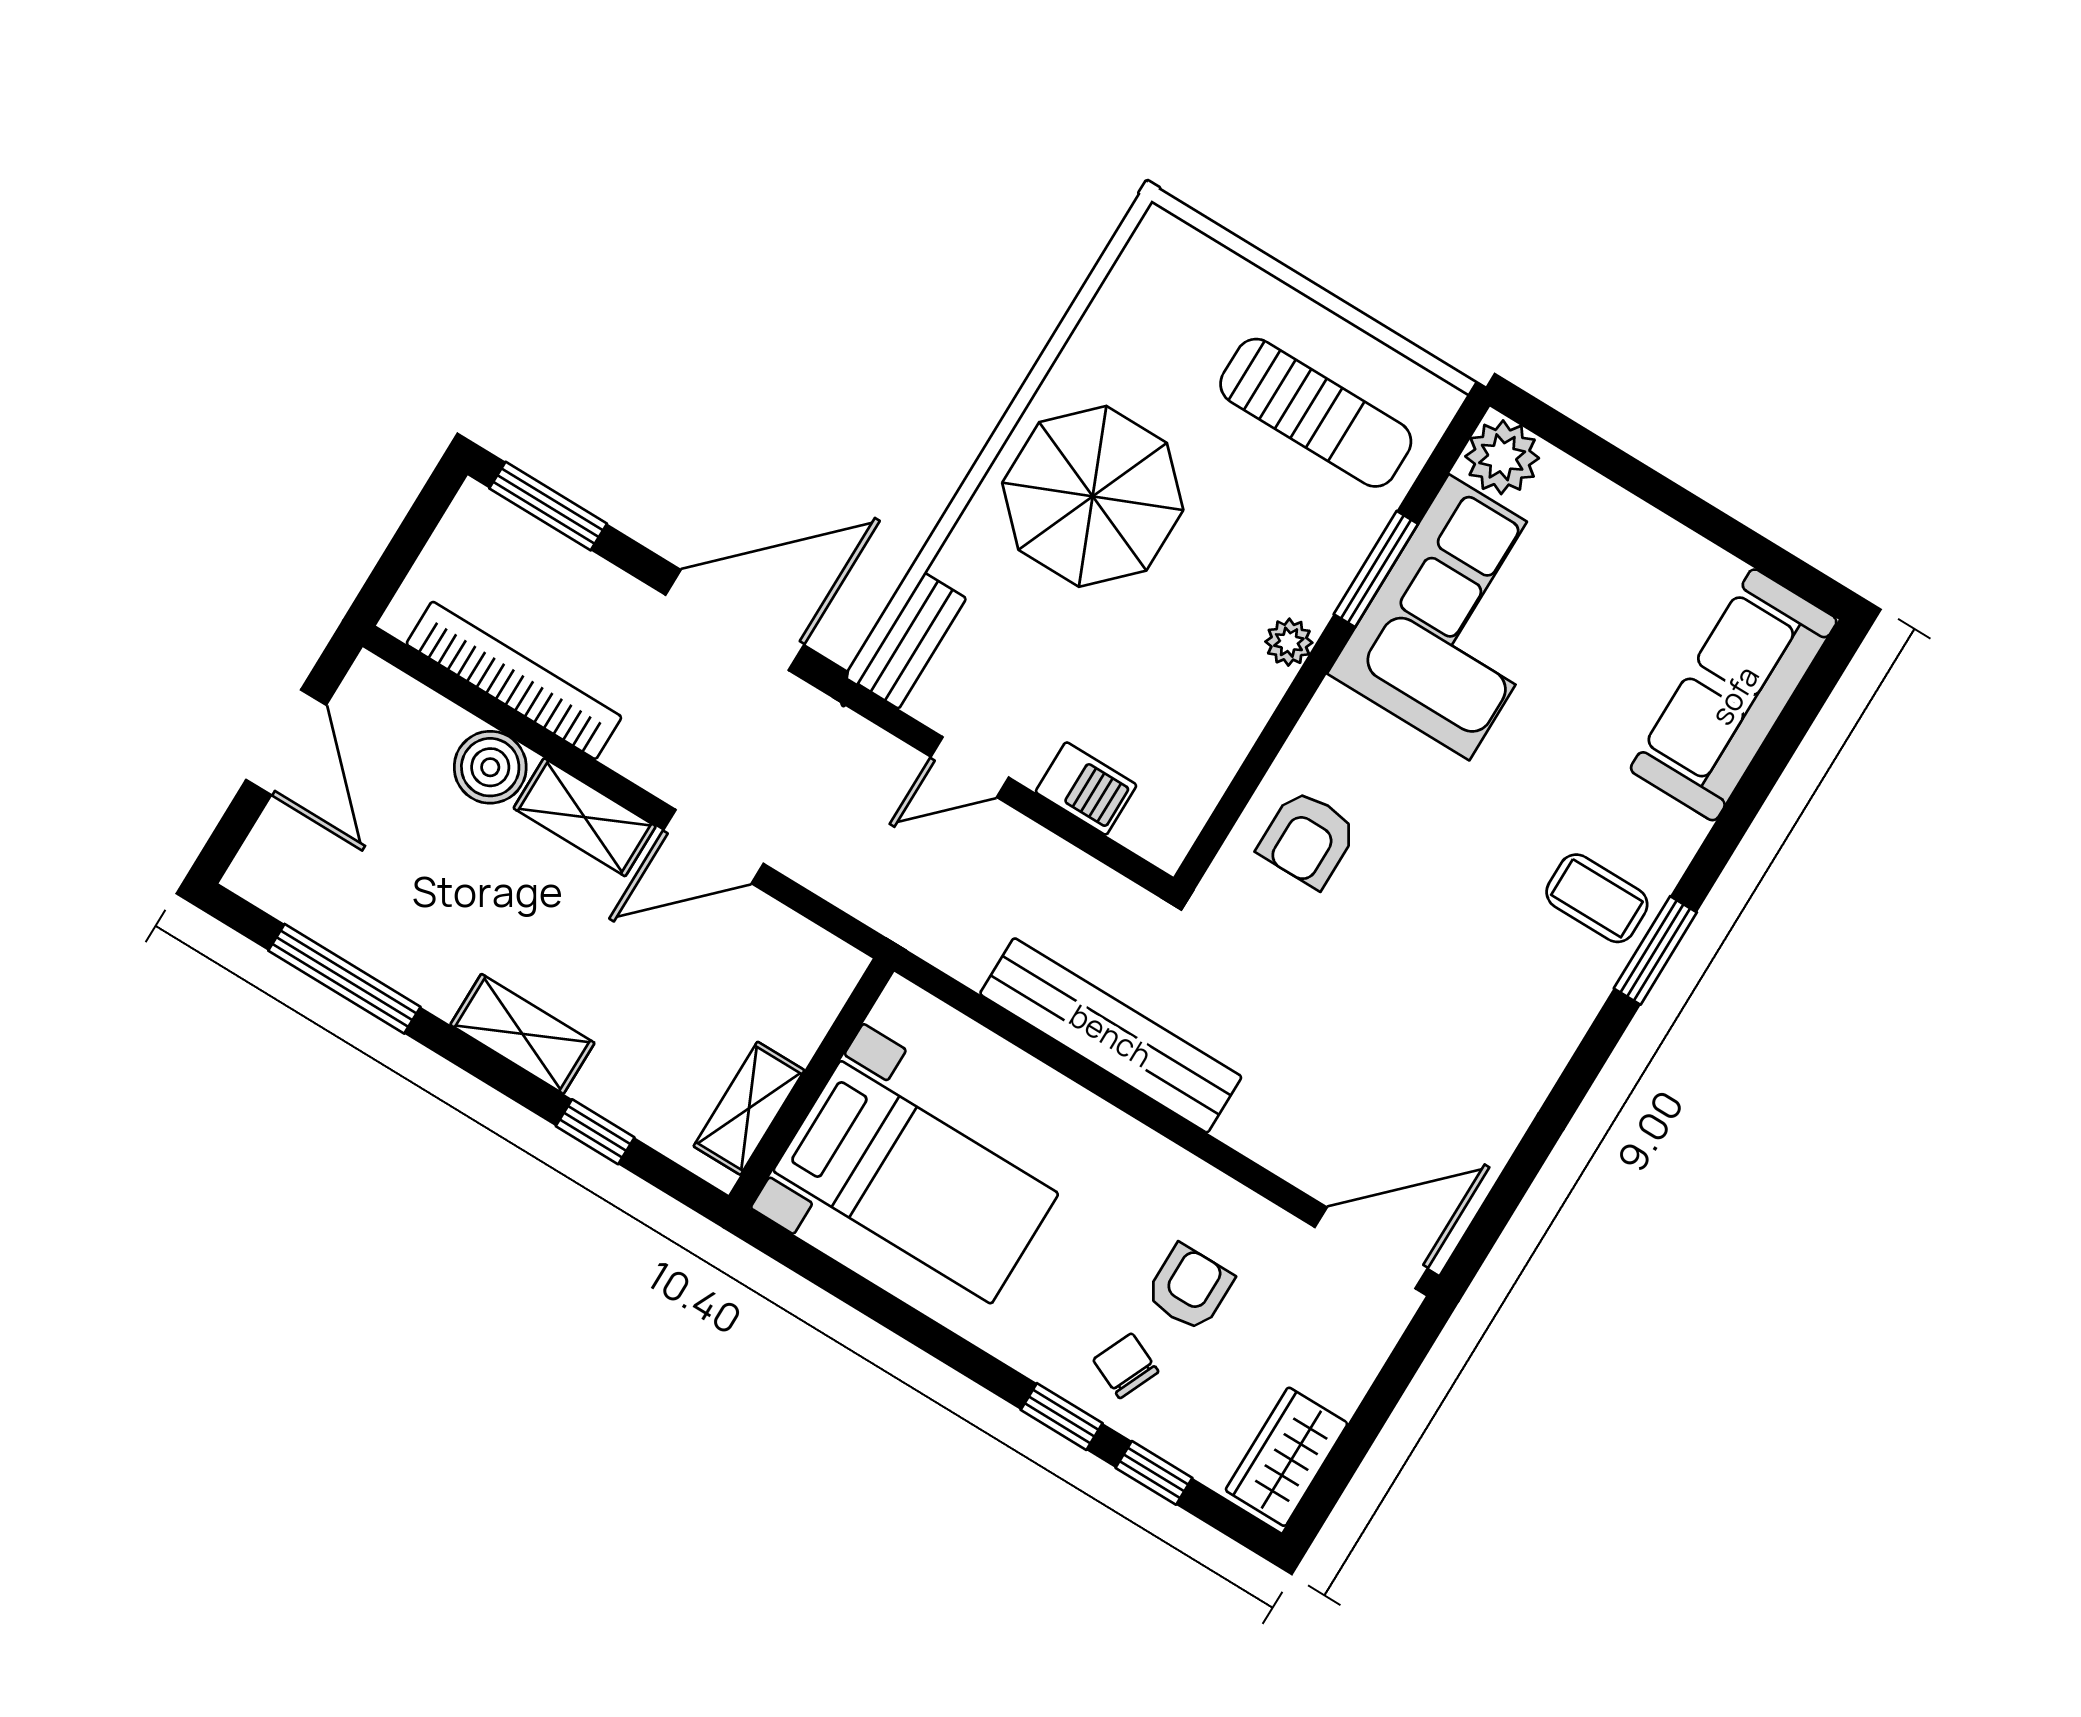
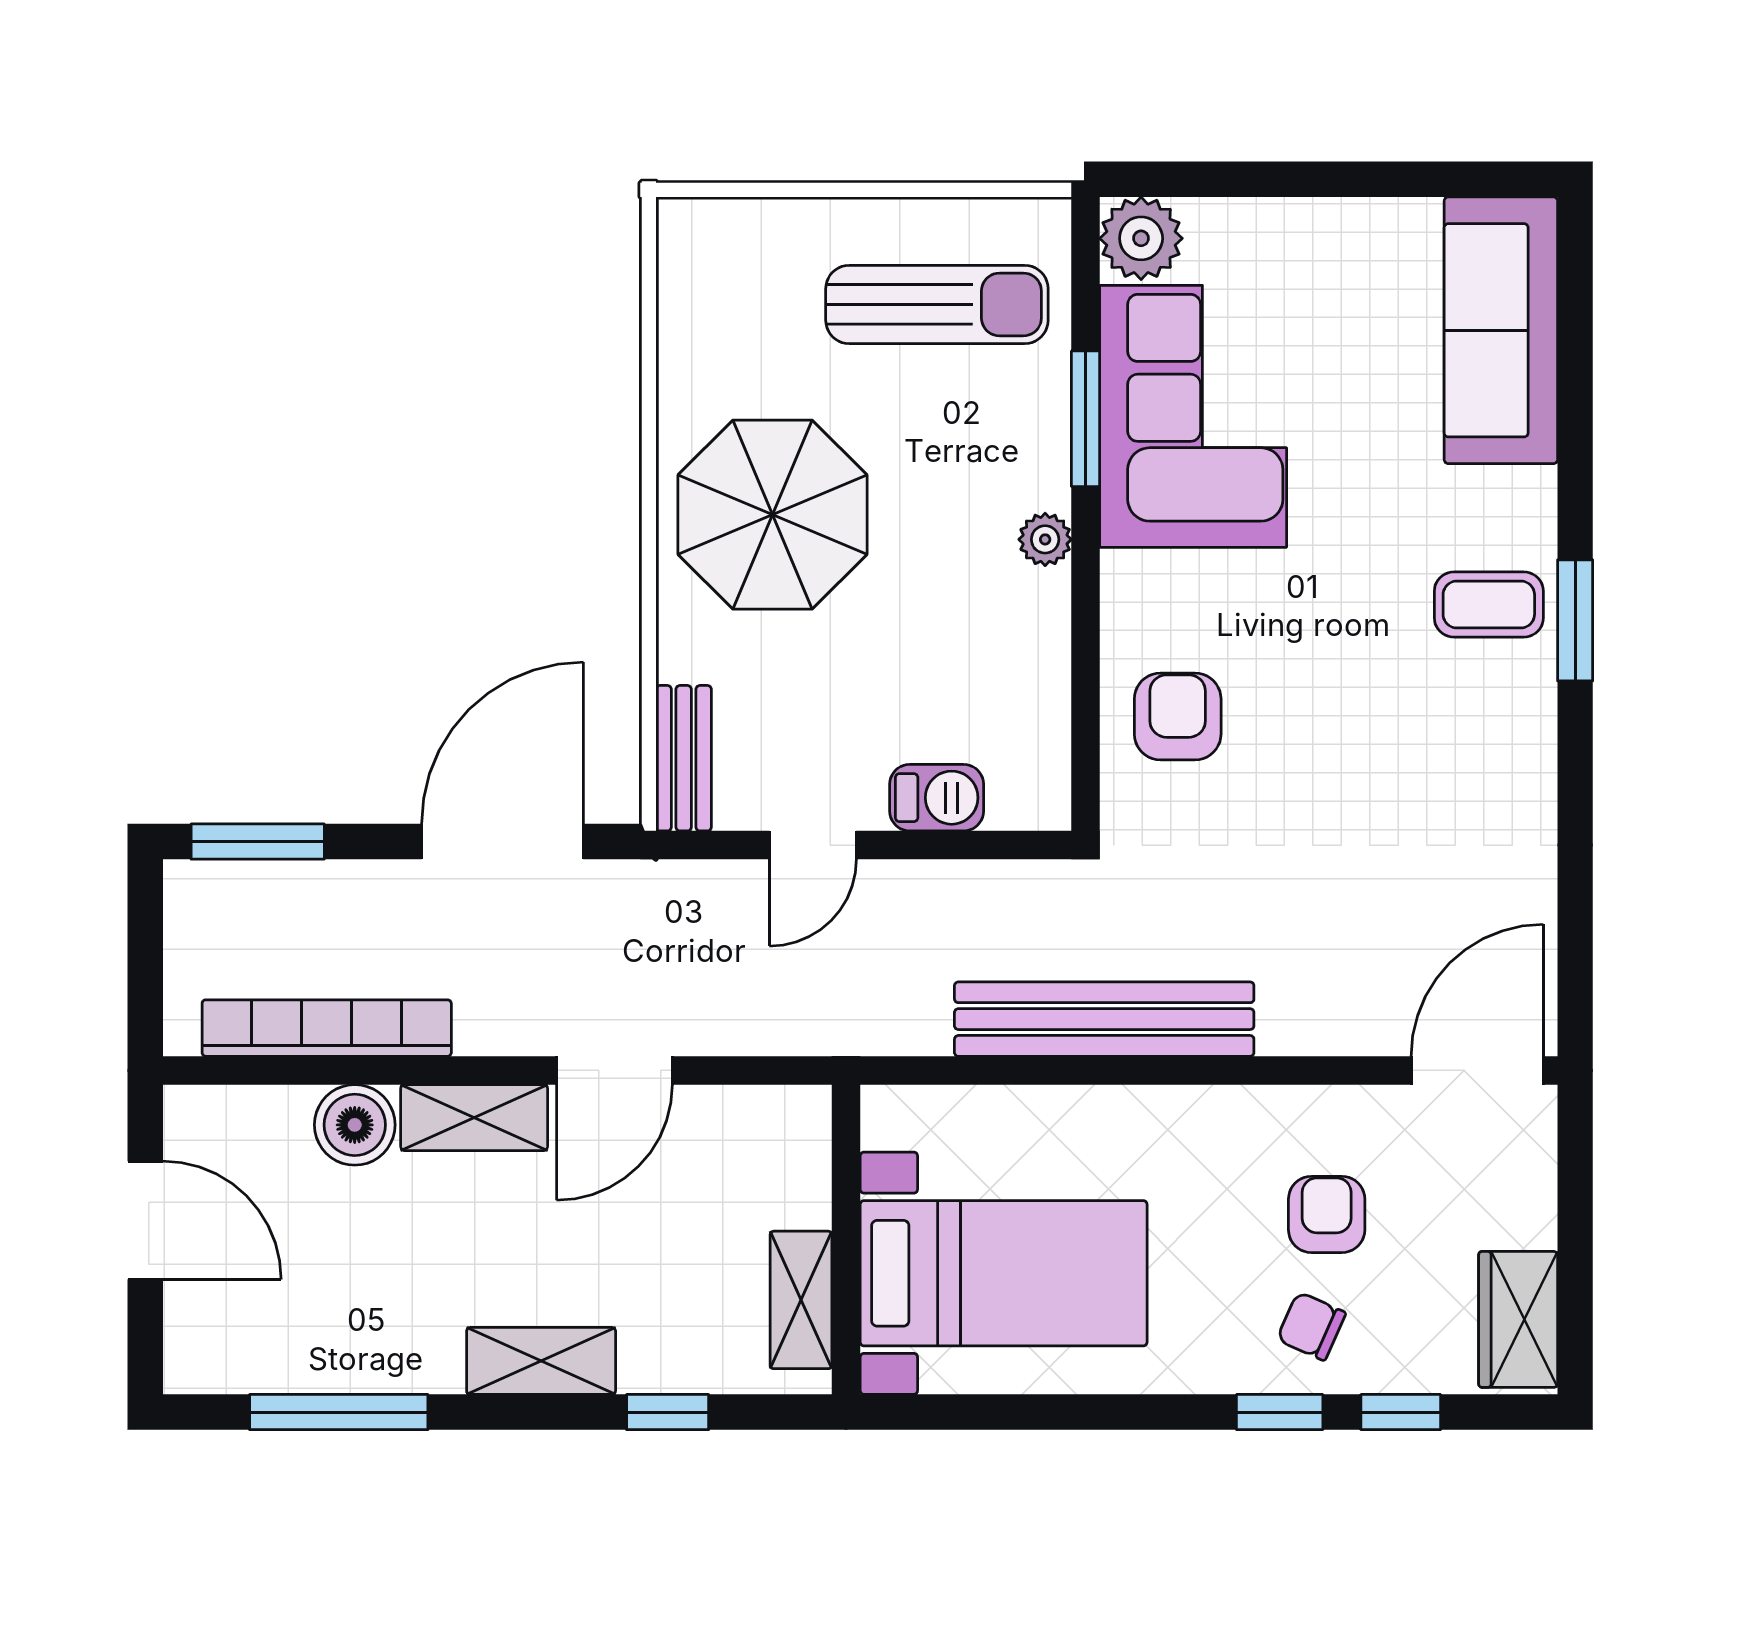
armchair: (1308, 839) -> (1178, 716), turned 180

